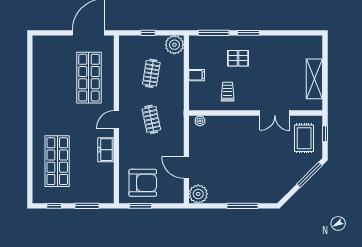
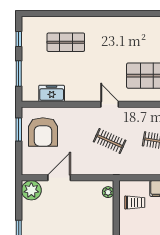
trolley: (228, 92) -> (135, 202), moved
clothes rail: (151, 119) -> (110, 141), turned 36
freezer: (106, 150) -> (52, 93), moved
shop shelf: (57, 161) -> (66, 42), width x0.70, depth x0.74

